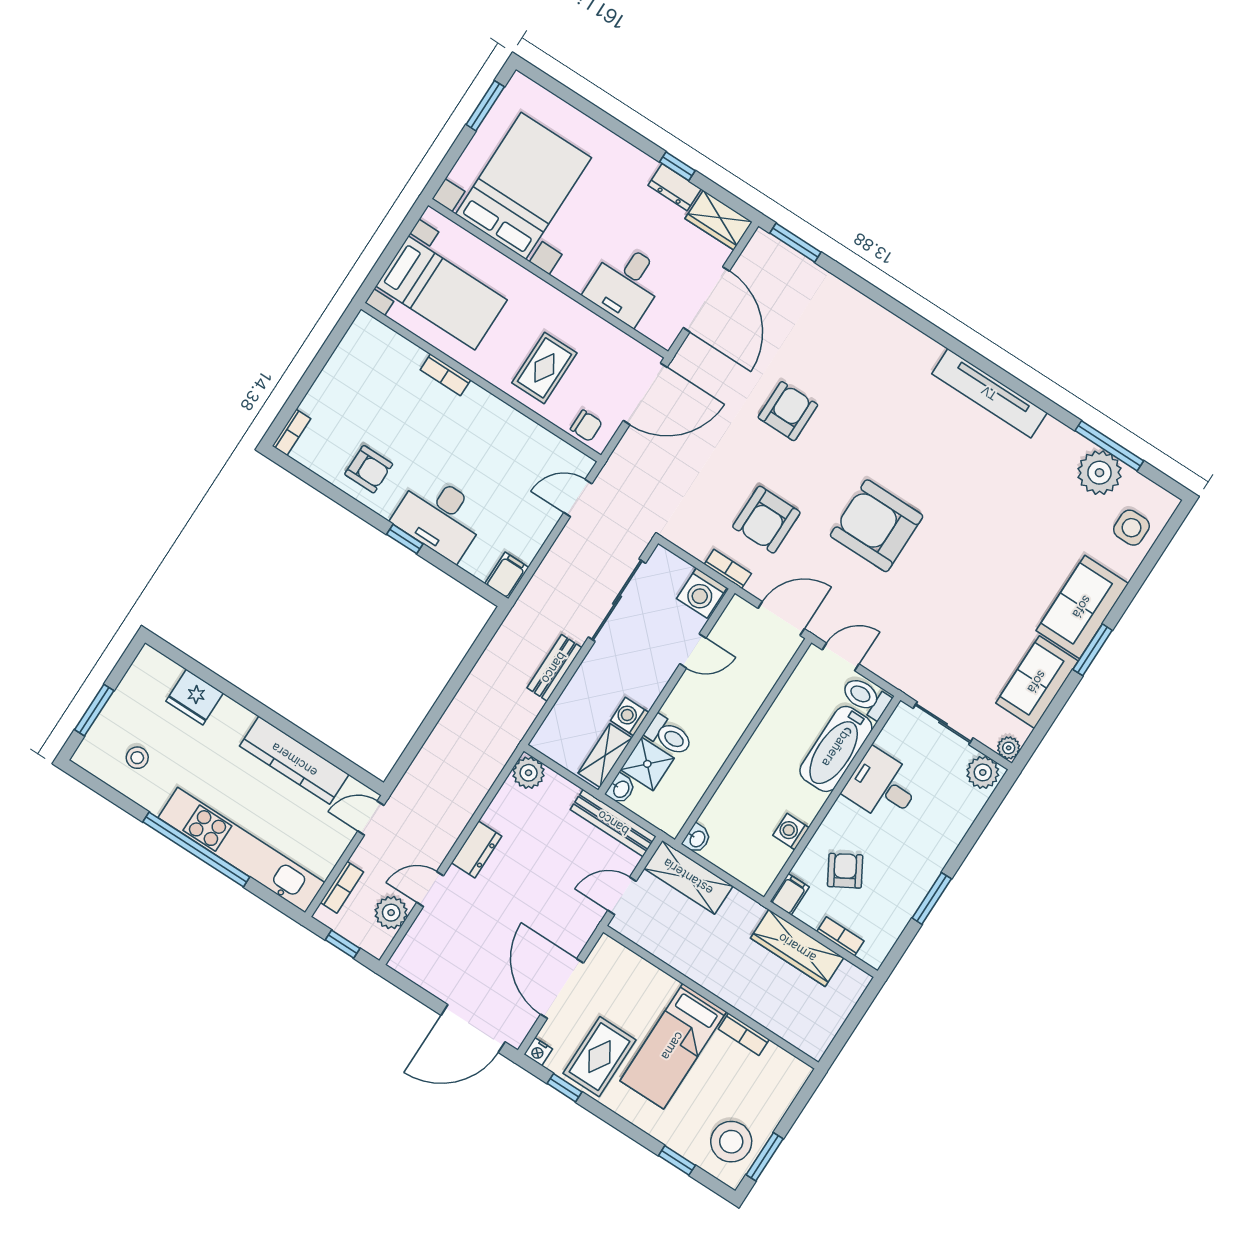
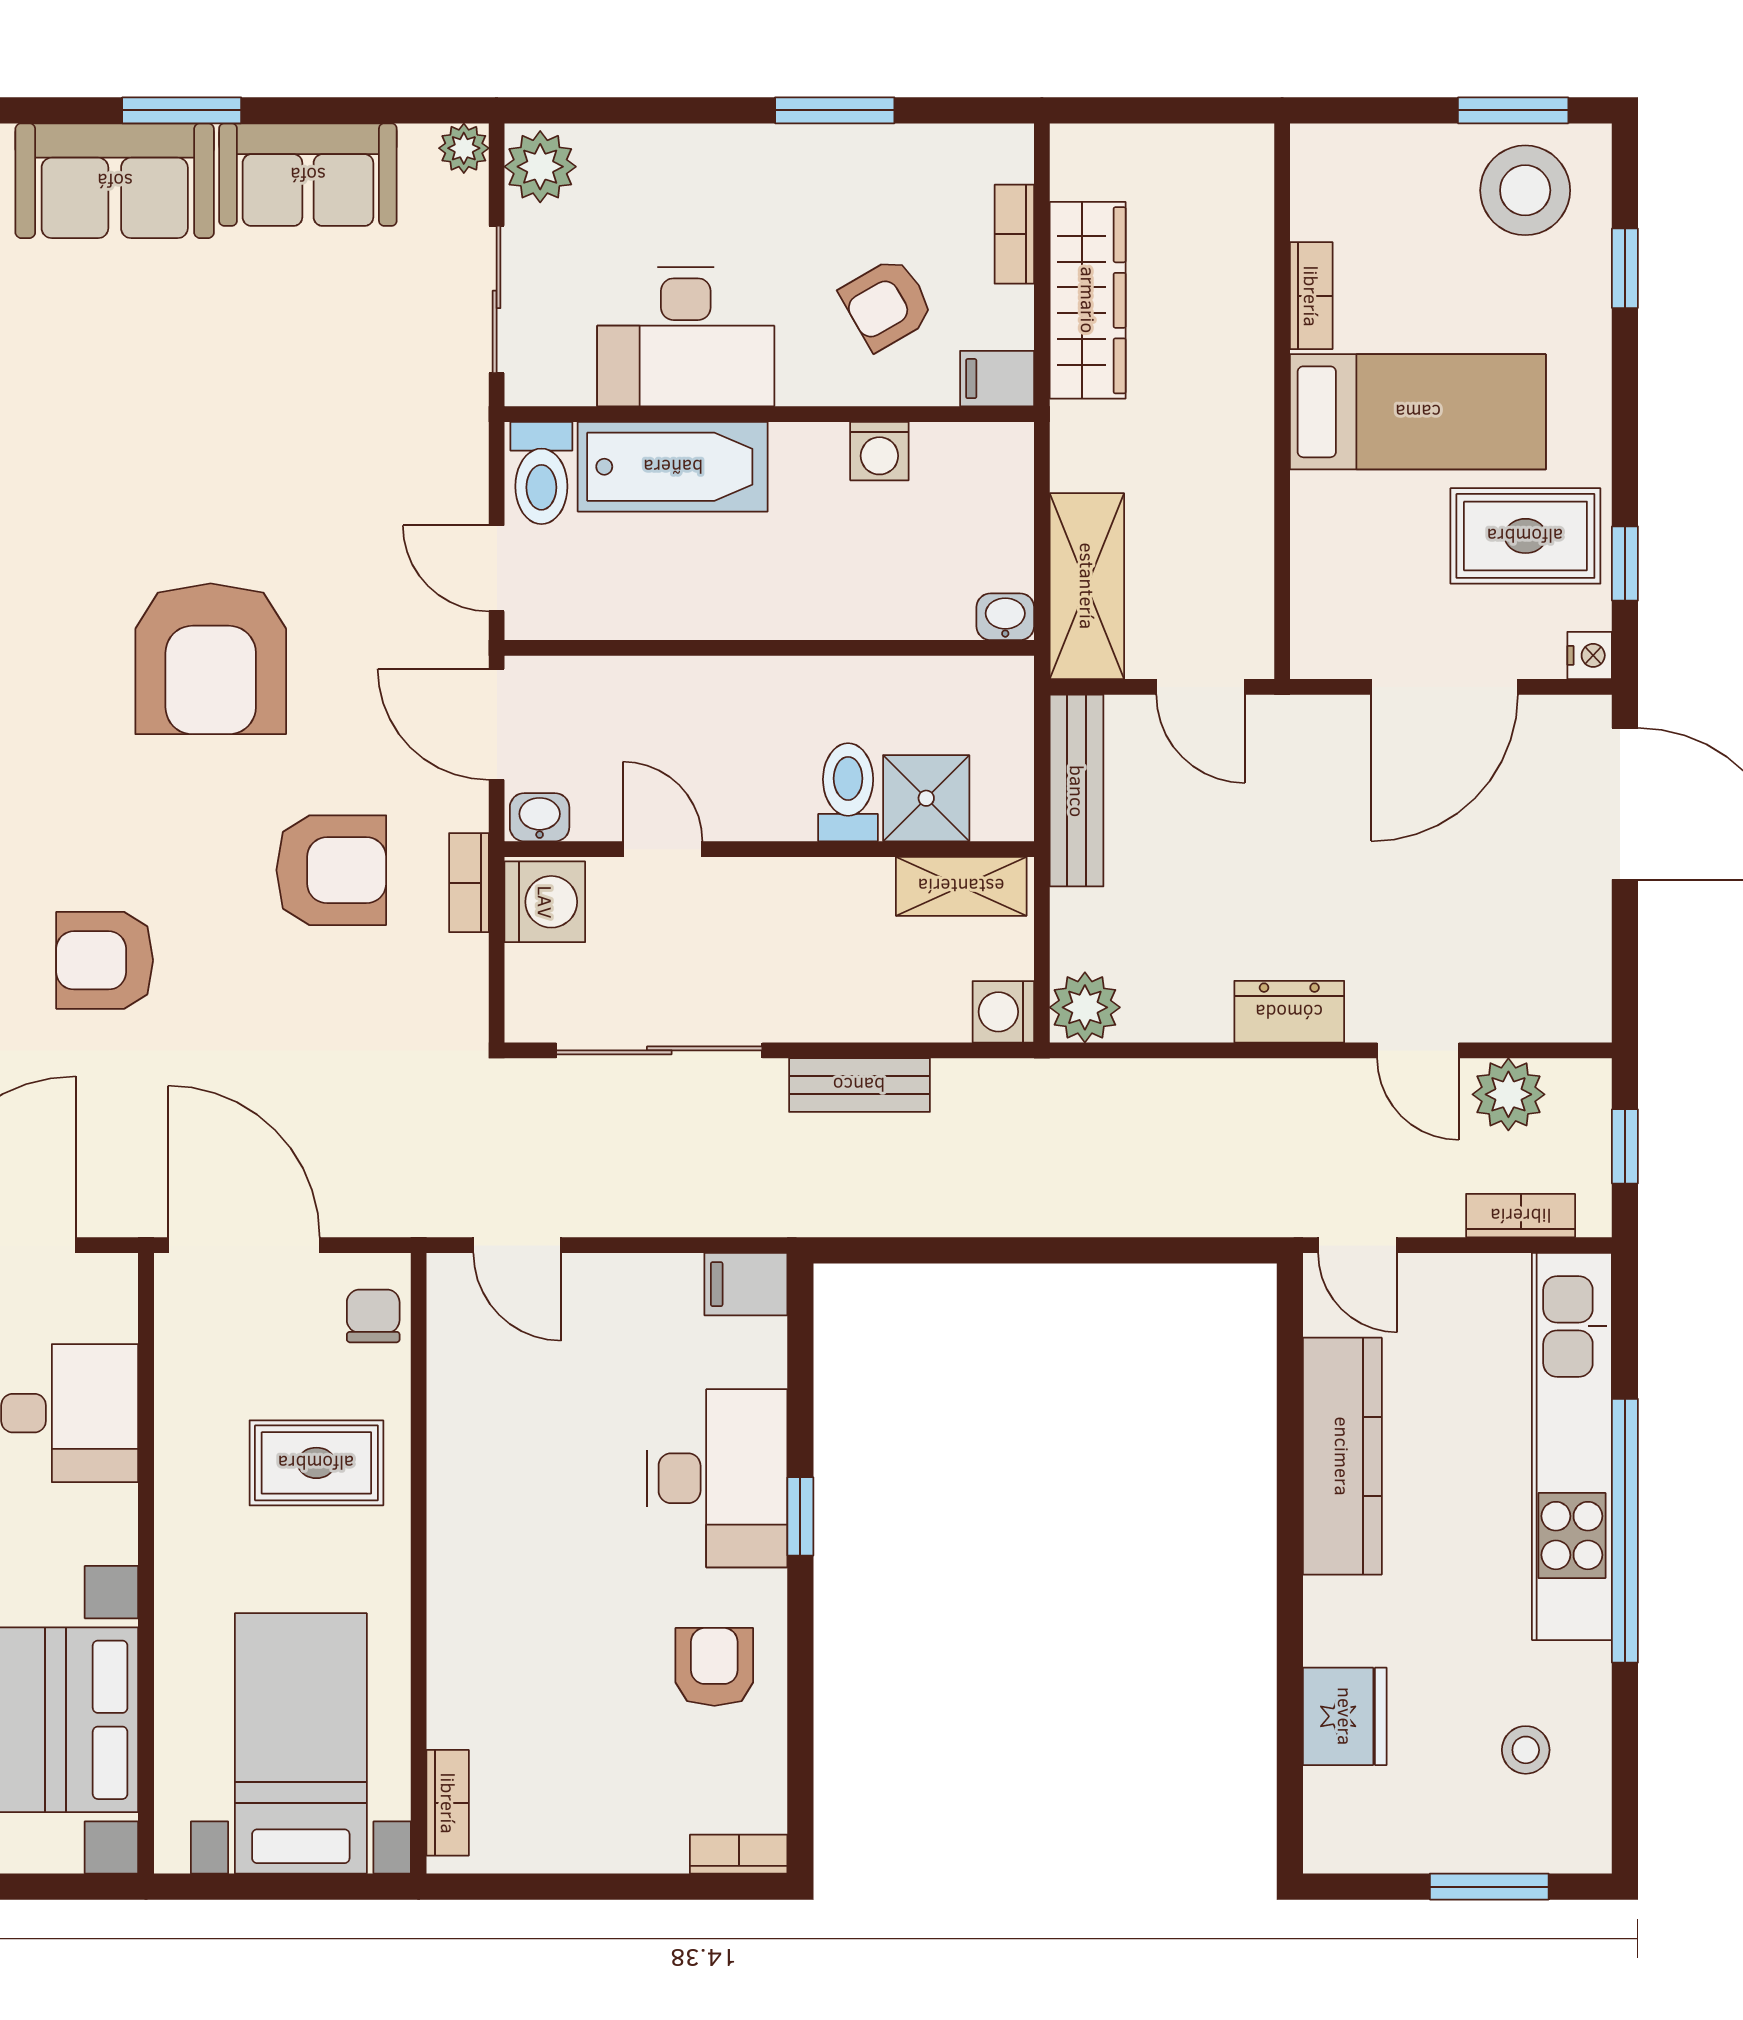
bookcase: (445, 375) -> (448, 1803), moved
washing machine: (630, 717) -> (1003, 1012), moved, turned 90
desk: (882, 786) -> (686, 337), width x1.37
washbasin: (621, 789) -> (540, 817), moved

